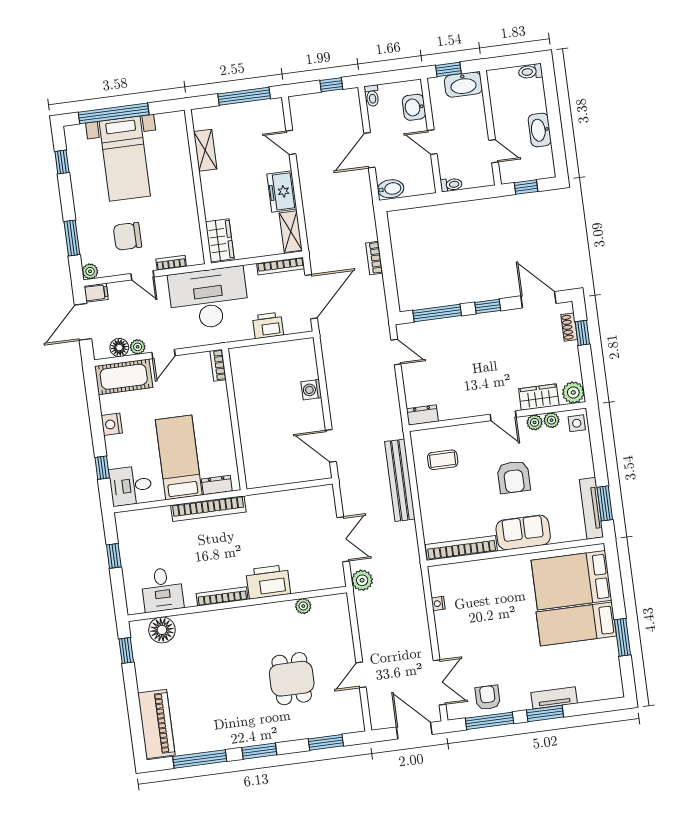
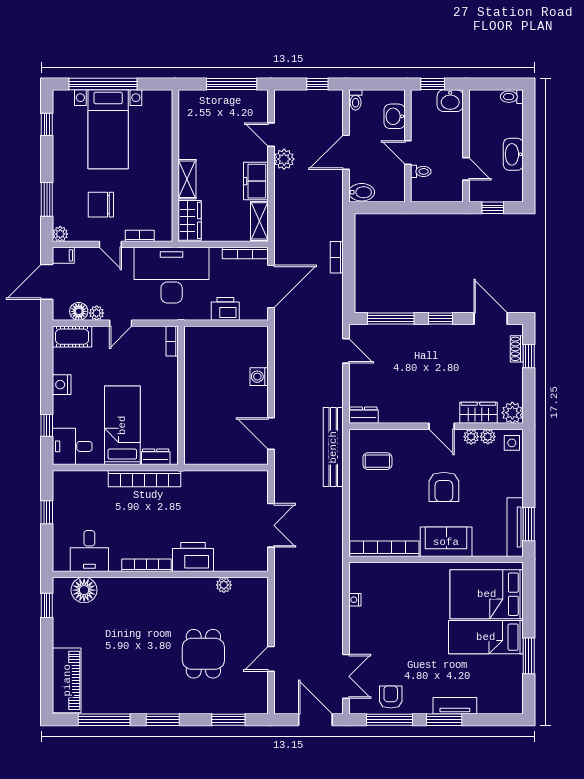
washbasin: (463, 85) -> (450, 101), width x0.72
shelving: (205, 150) -> (187, 179), moved
toilet: (451, 185) -> (421, 171), moved
cot: (124, 377) -> (72, 337), width x0.73, depth x0.75
bench: (400, 480) -> (333, 447), moved
plant: (362, 580) -> (284, 159), moved

